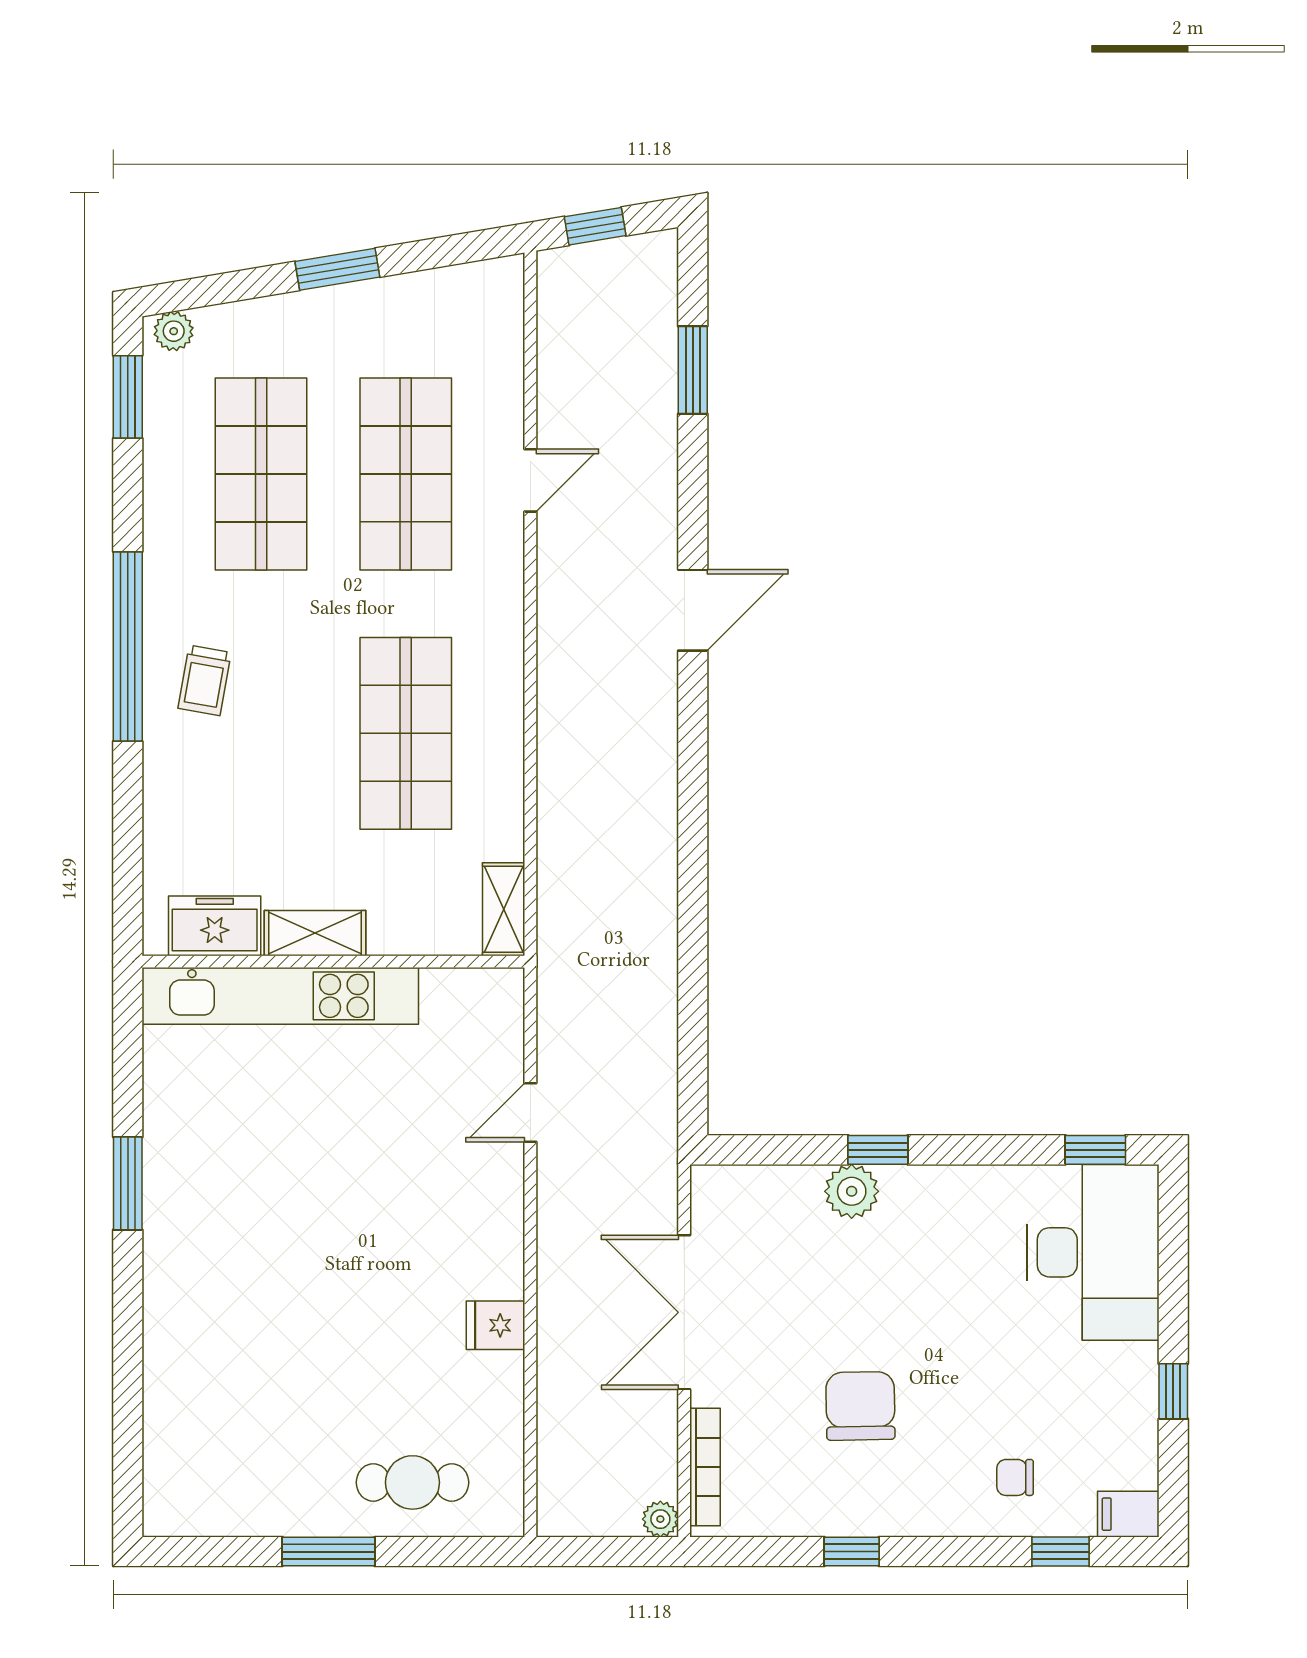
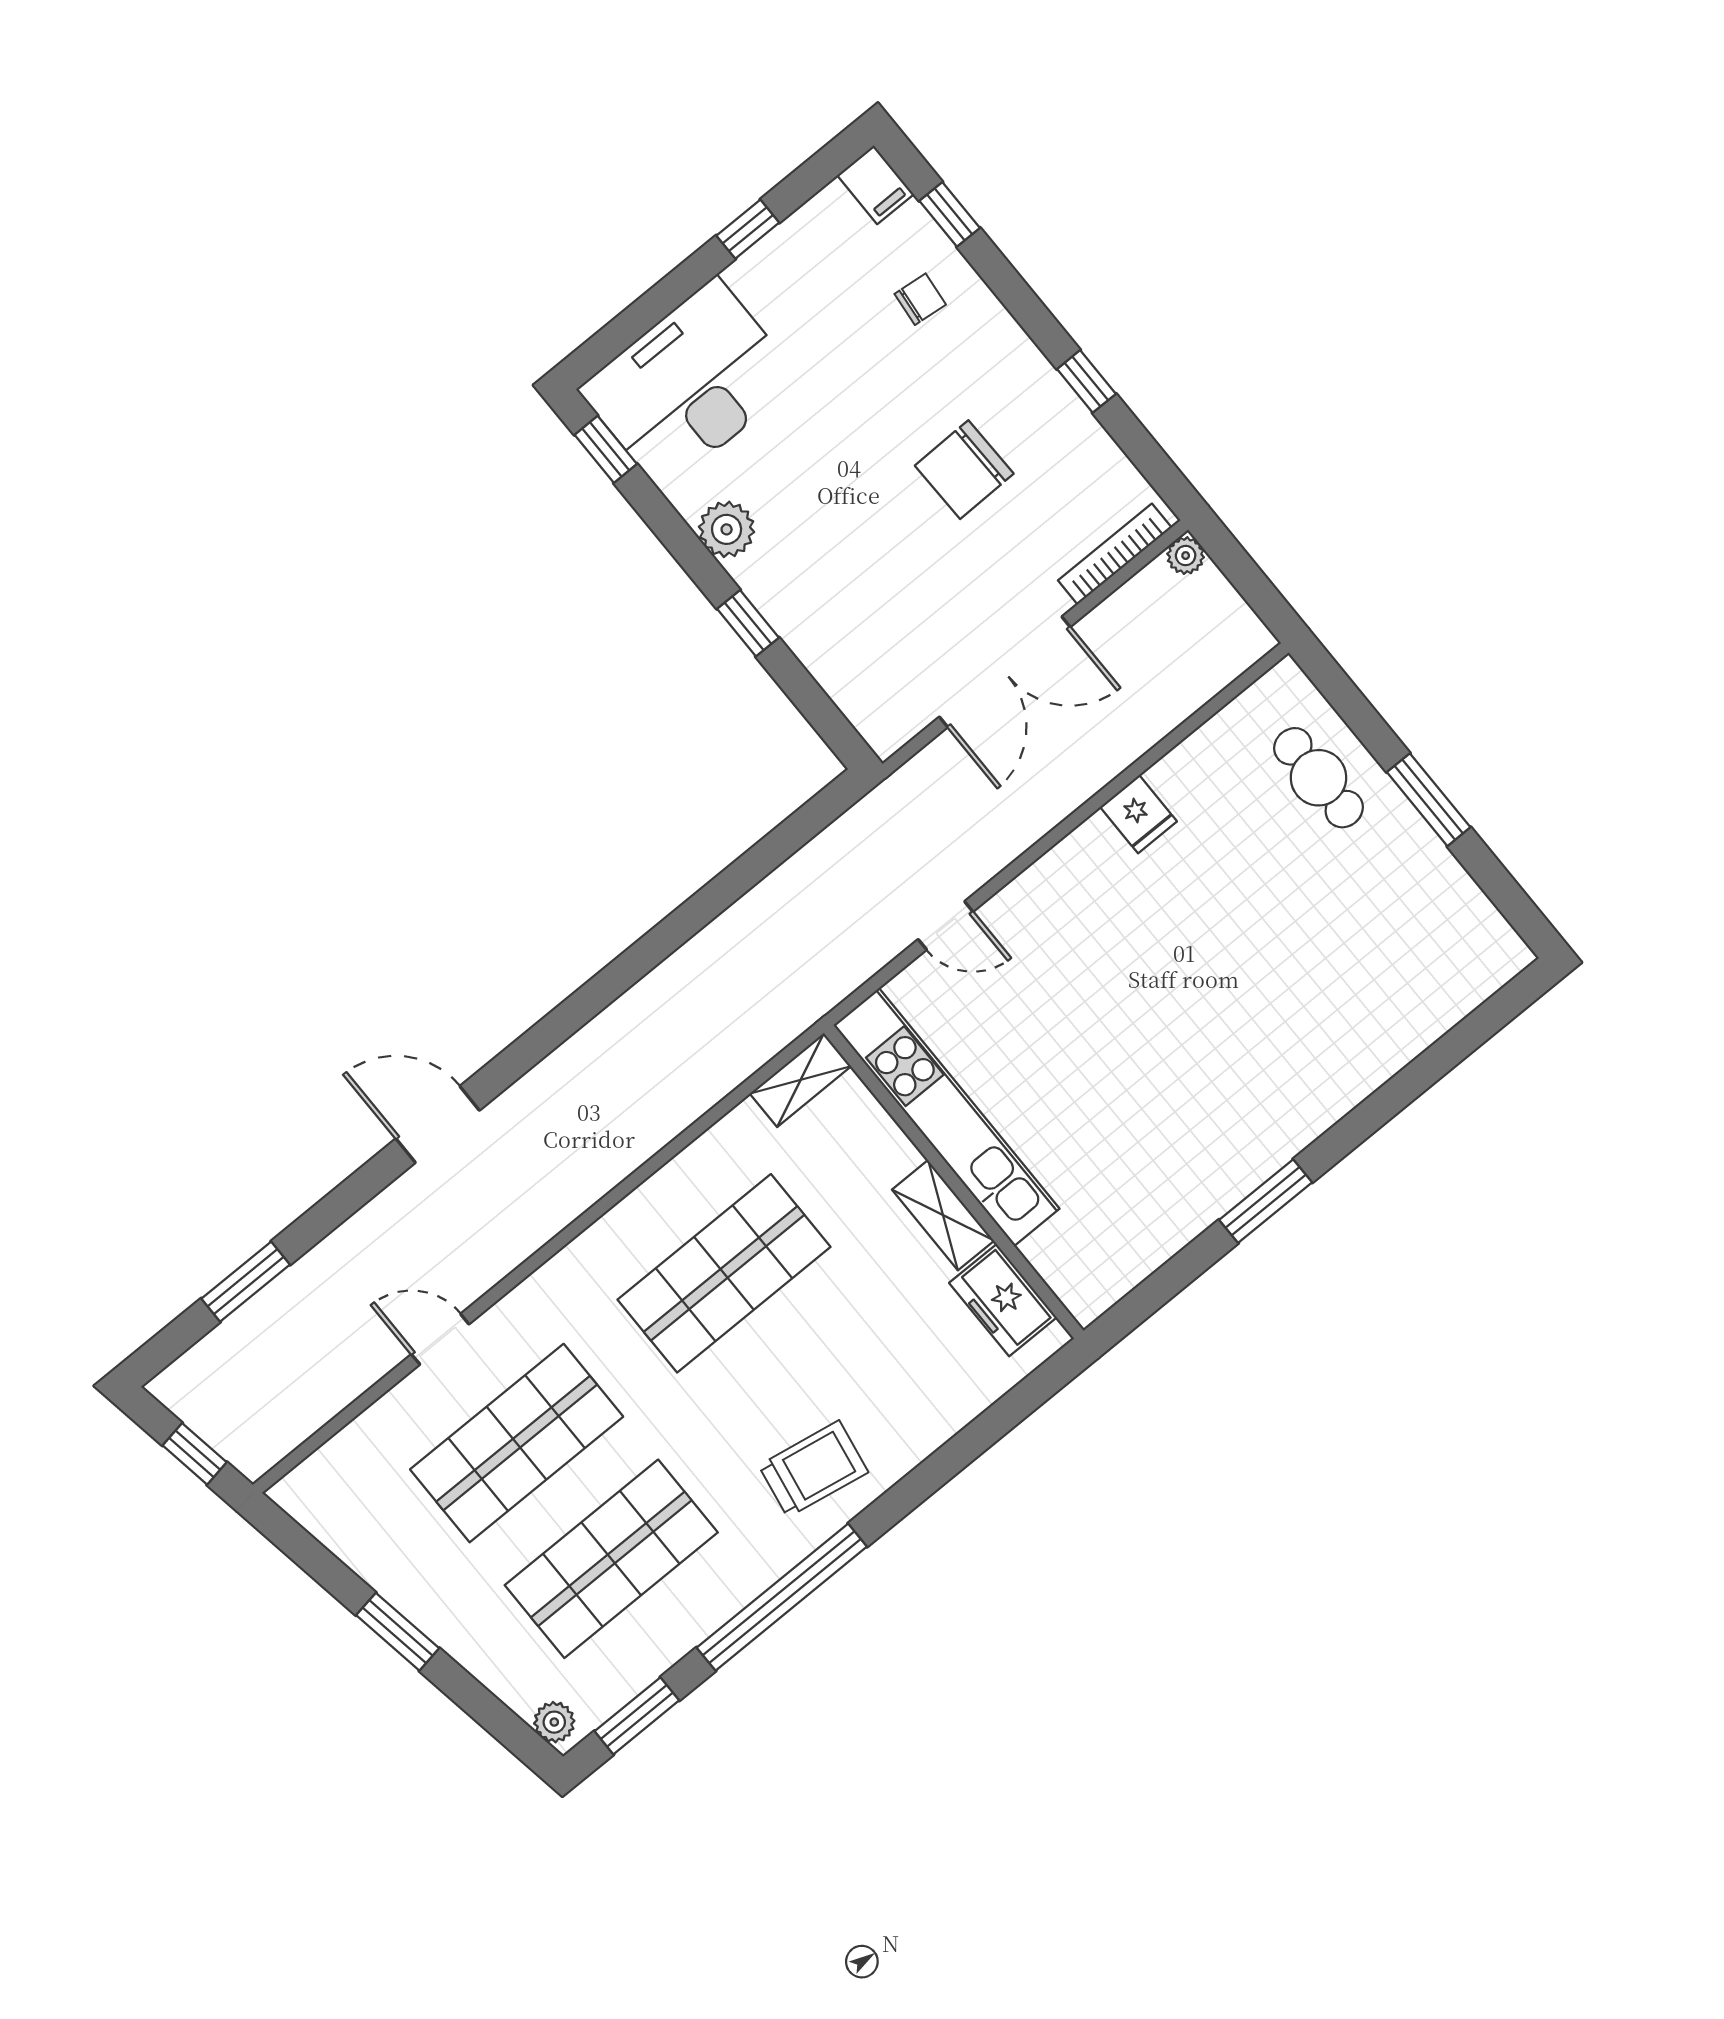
window: (128, 647) -> (782, 1597), moved
trolley: (205, 680) -> (813, 1469), width x1.36, depth x1.39
kitchen unit: (280, 996) -> (946, 1117), moved
plant: (852, 1191) -> (727, 529), moved
chair: (1015, 1477) -> (920, 299), turned -84

